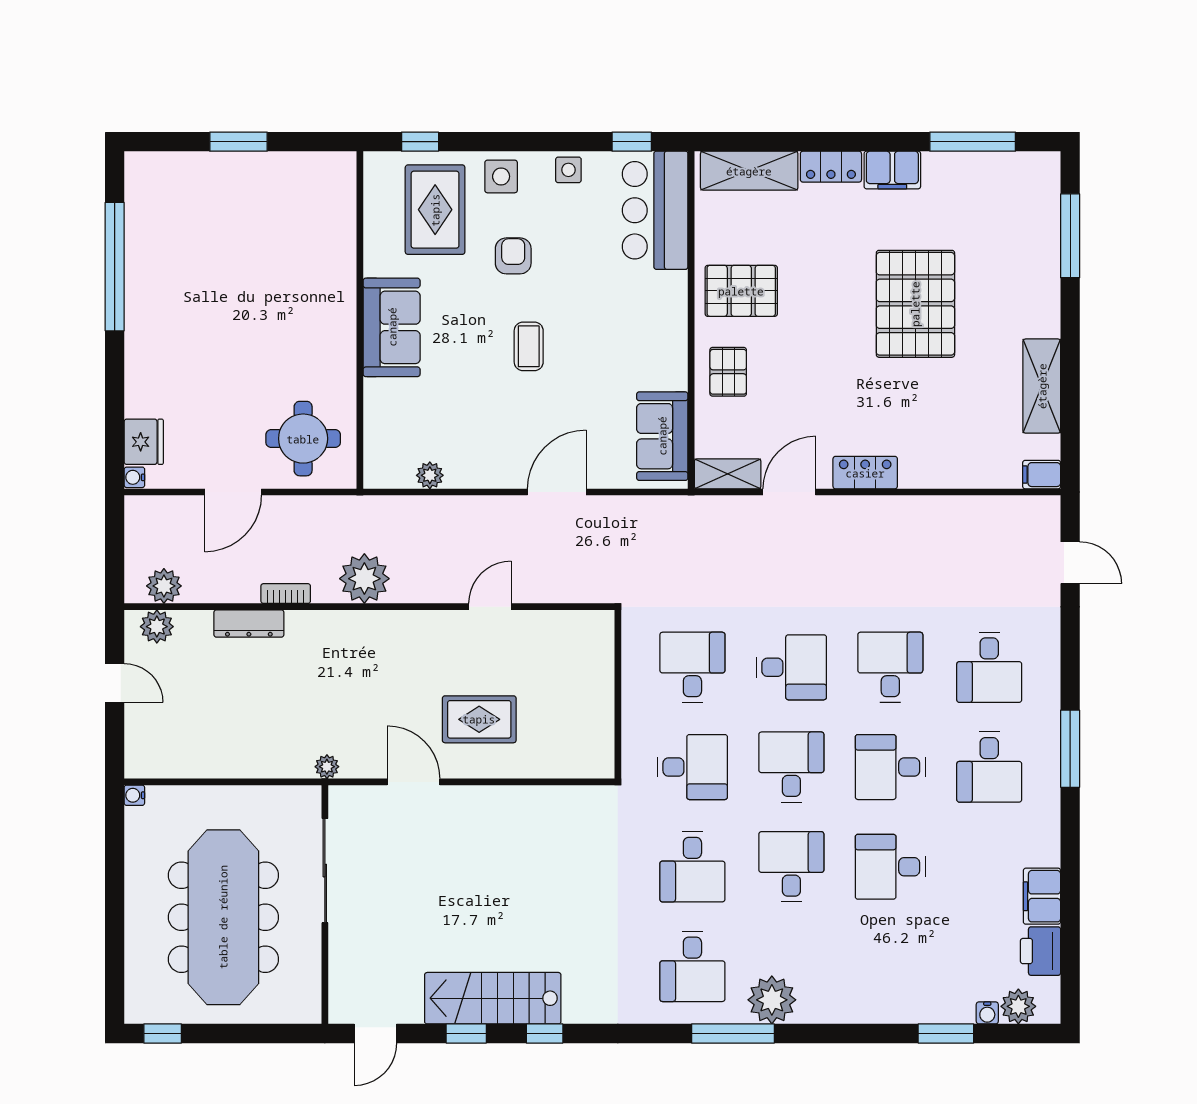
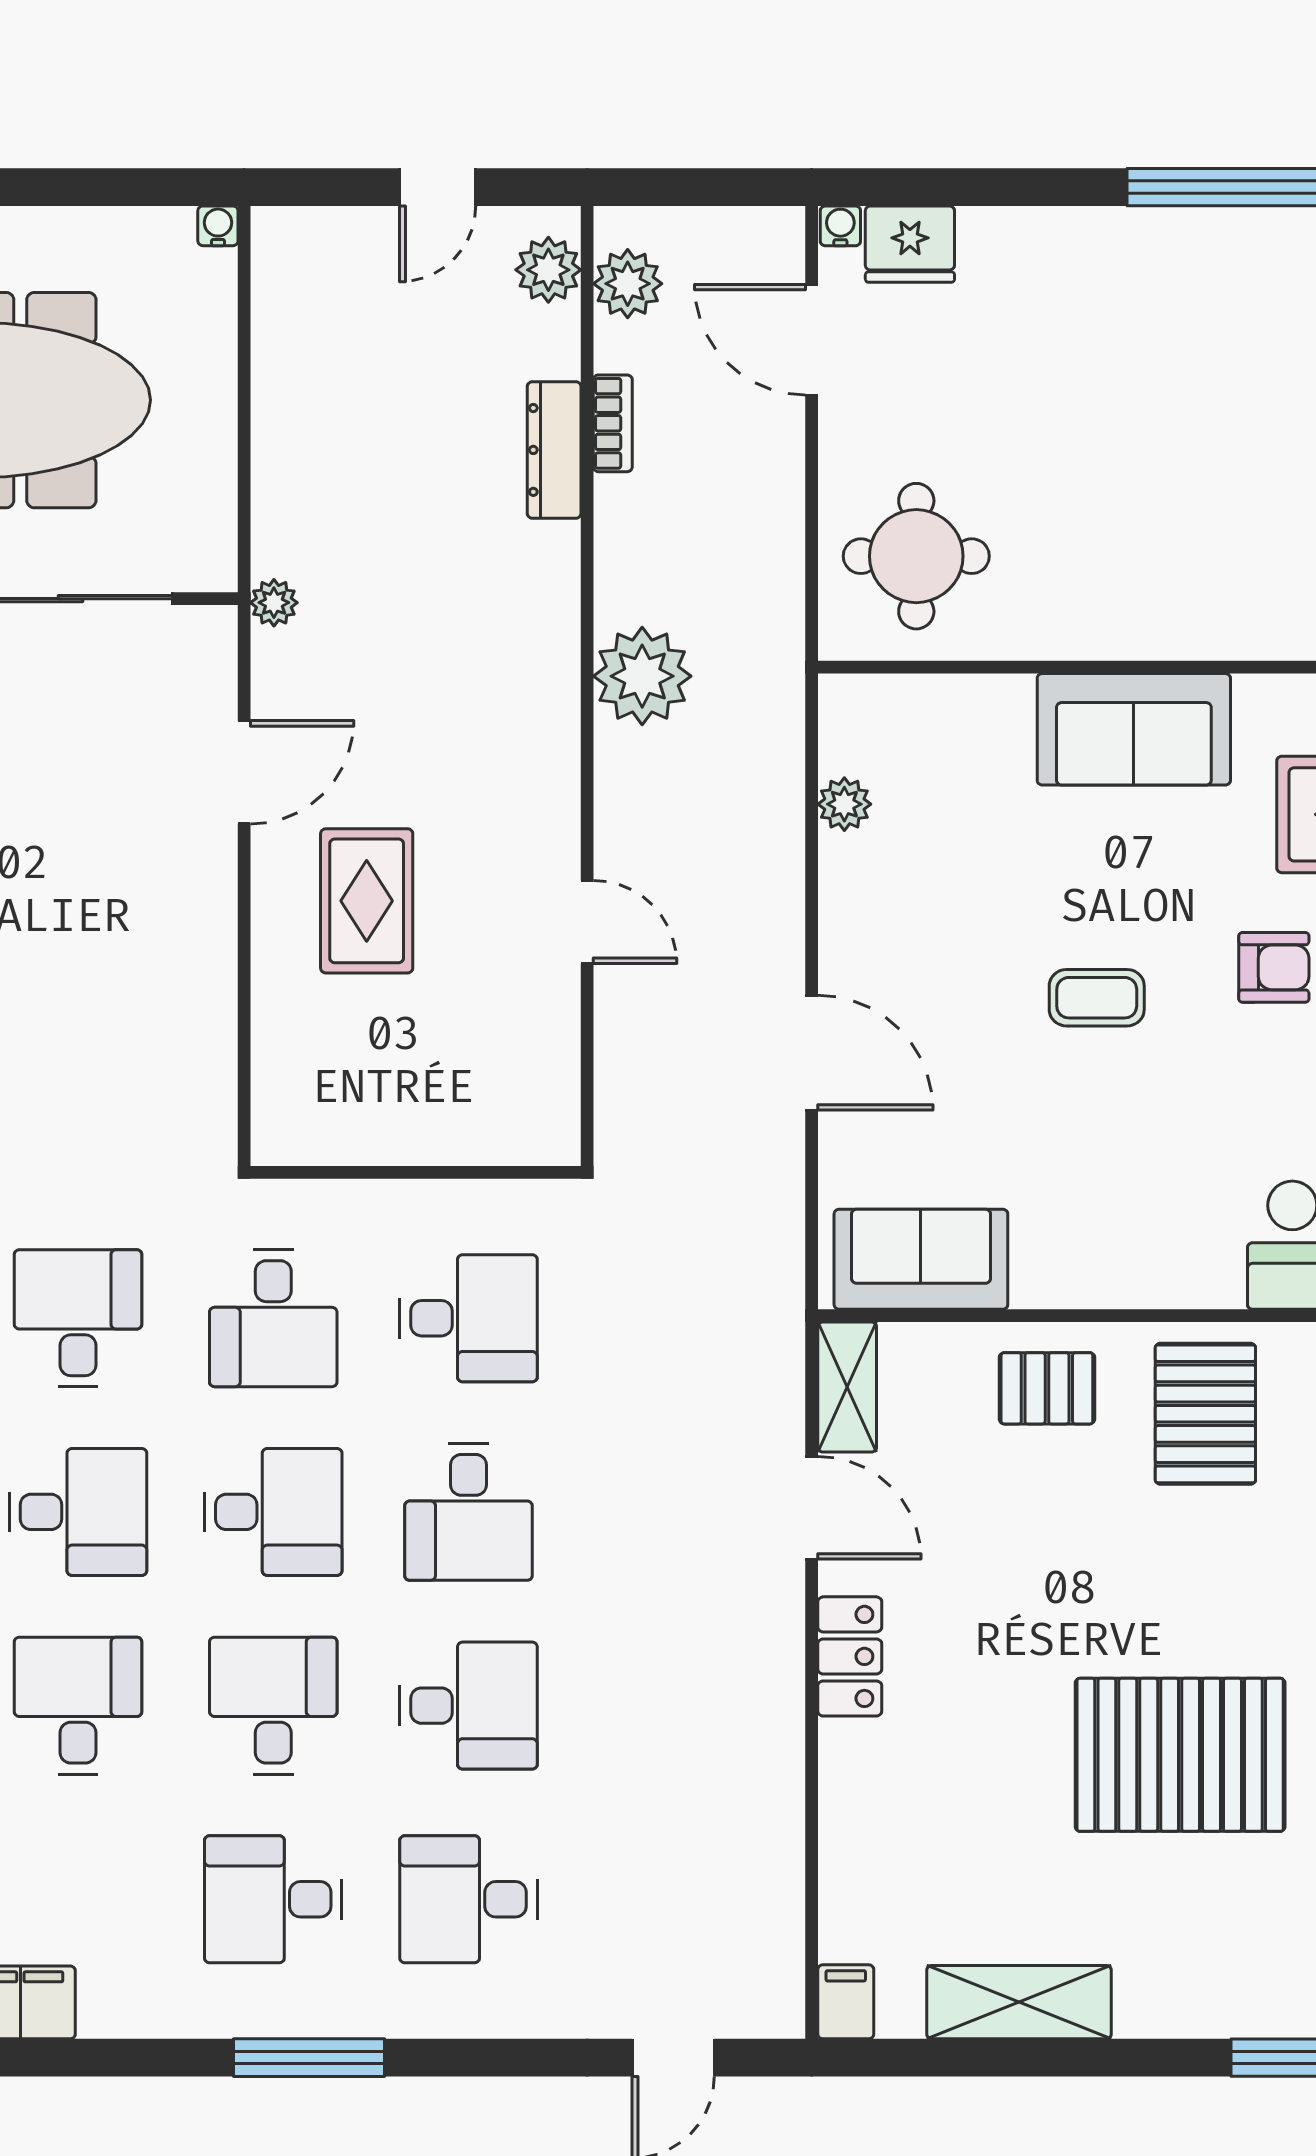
door: (233, 492) -> (812, 340), moved
bookcase: (286, 594) -> (613, 423), moved
desk: (692, 867) -> (78, 1318), turned 90

